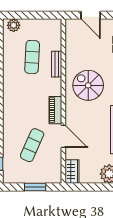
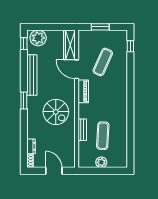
plant: (14, 25) -> (101, 162), moved
wardrobe: (72, 171) -> (69, 45), width x1.50

